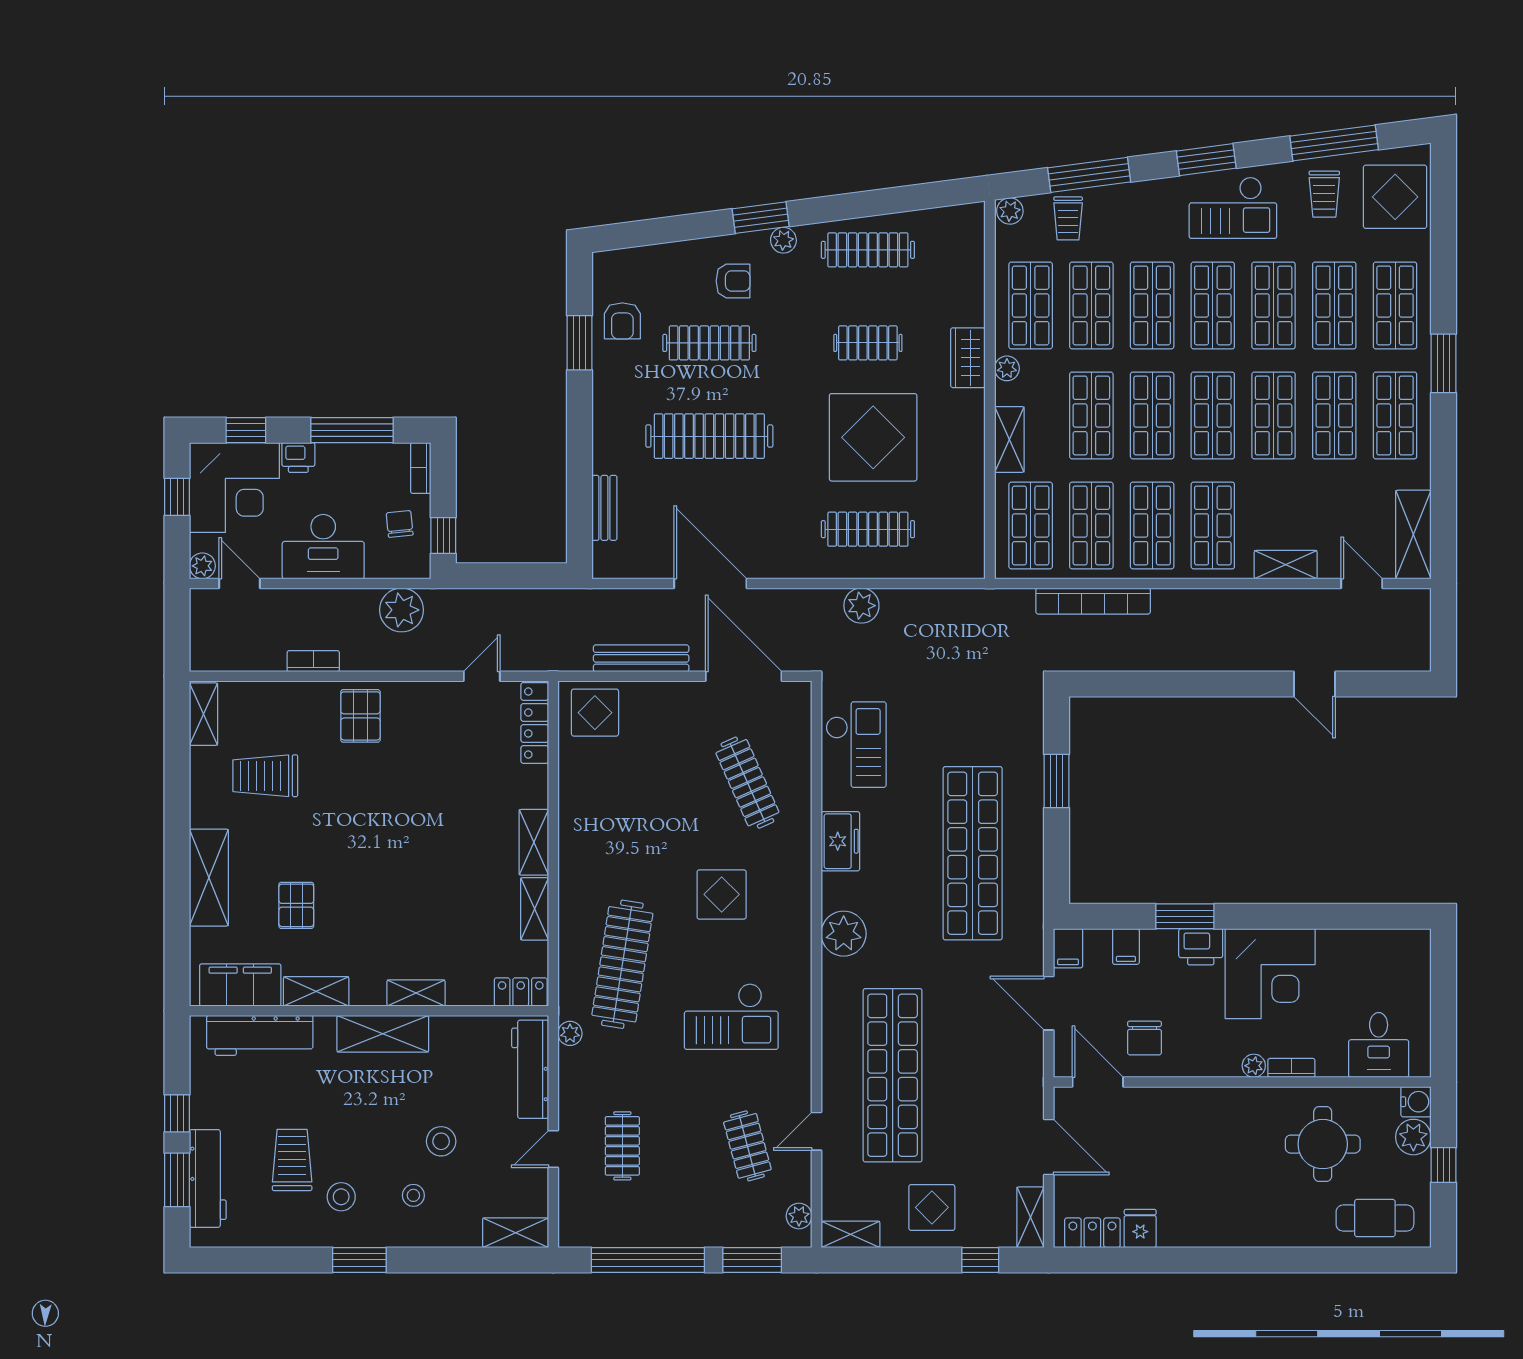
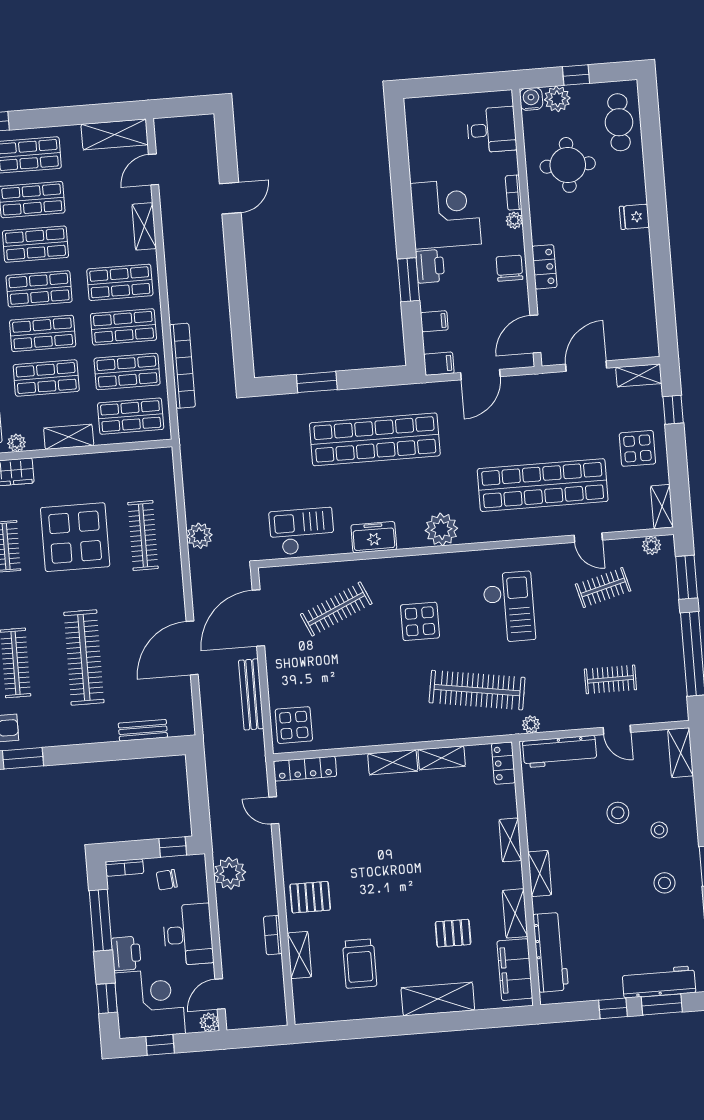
printer: (298, 457) -> (126, 953), width x1.36, depth x1.24
shelving: (204, 714) -> (299, 955), moved, turned 90
shelving: (383, 1034) -> (540, 873), width x0.67, depth x0.75
chair: (1144, 1038) -> (509, 268), moved, turned -90
trolley: (292, 1160) -> (640, 921), removed
fridge: (1140, 1229) -> (634, 217), moved
locker: (1092, 1233) -> (544, 267), moved, turned 180

